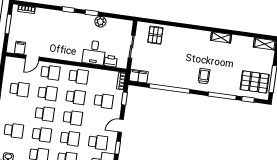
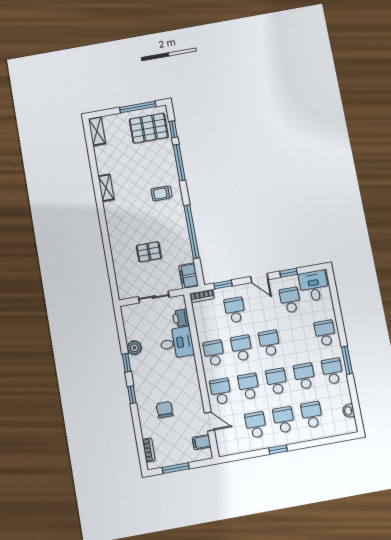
chair: (51, 29) -> (165, 410), added
pallet: (155, 35) -> (149, 252), moved
pallet: (255, 82) -> (149, 128), turned 90
school desk: (70, 138) -> (284, 420), moved

